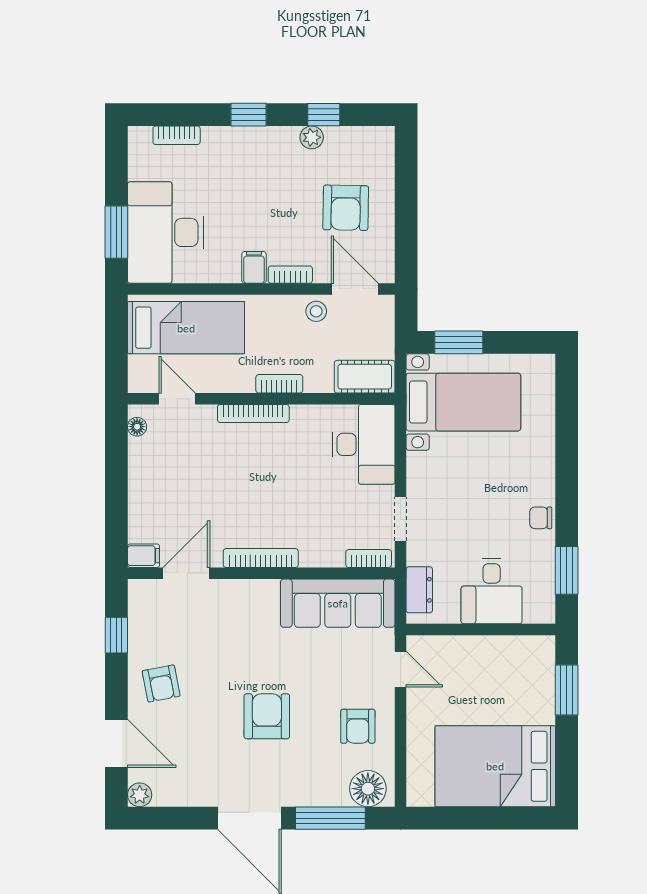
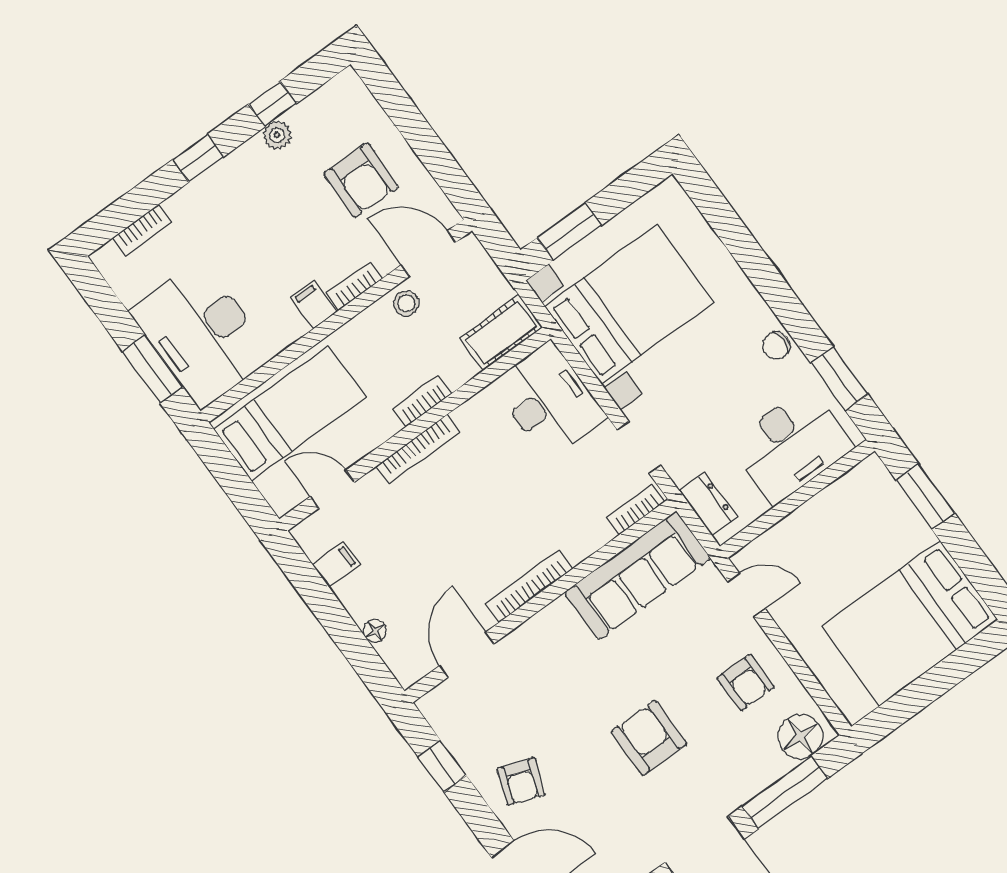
bed with nightstands: (463, 402) -> (629, 304), width x1.36
floor lamp: (137, 427) -> (375, 631), moved
filing cabinet: (144, 556) -> (336, 564), moved
desk: (492, 591) -> (791, 445), width x1.37
armchair: (161, 684) -> (521, 782), turned 31

